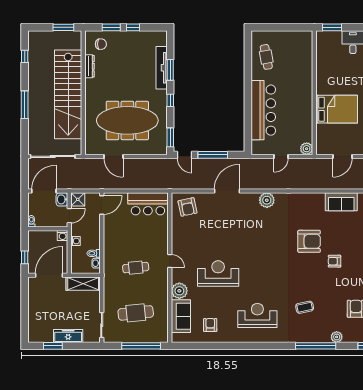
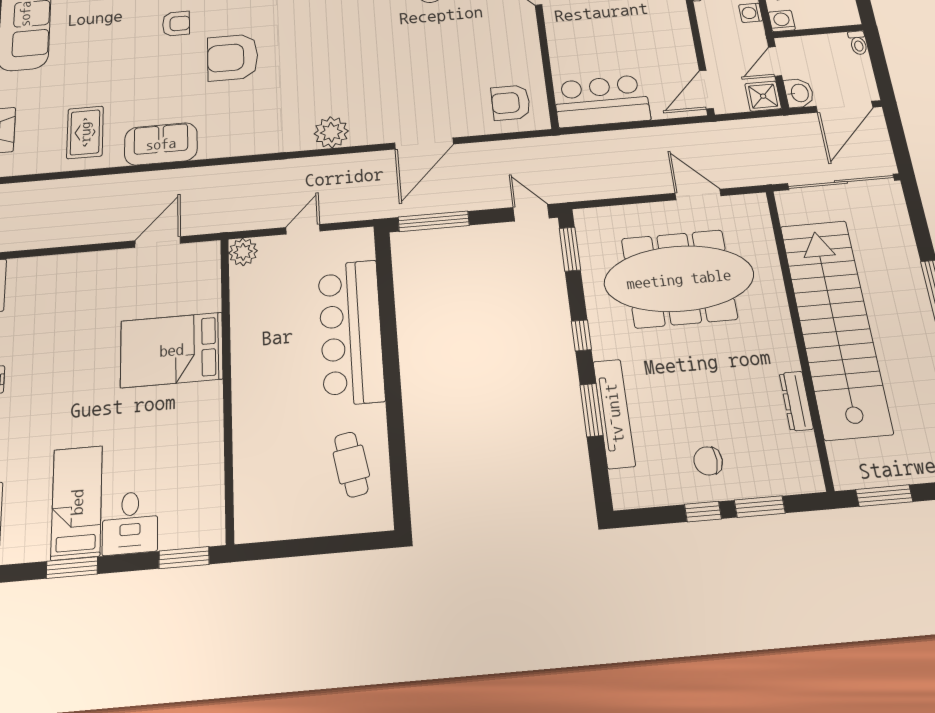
chair: (101, 44) -> (708, 461), moved
window: (213, 155) -> (434, 221), moved
armchair: (187, 207) -> (511, 103), turned -78

